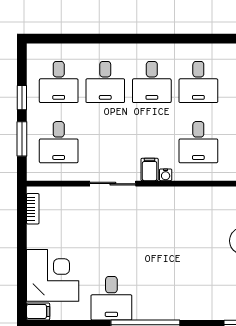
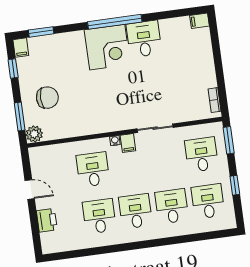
window: (22, 139) -> (229, 140), moved
corner desk: (53, 275) -> (107, 47), moved, turned -90

